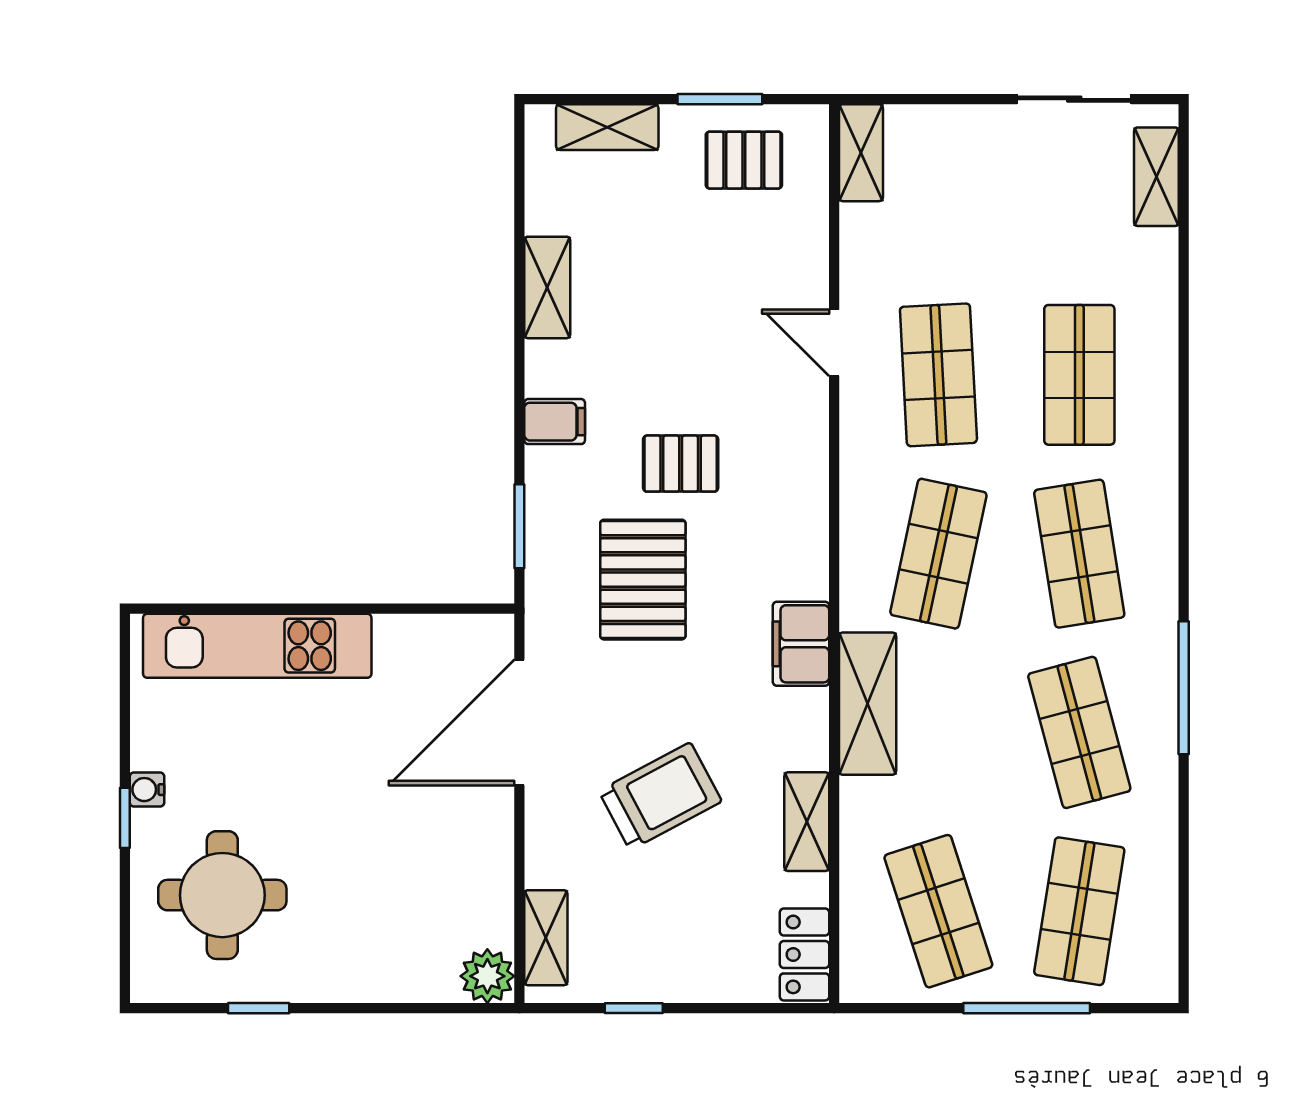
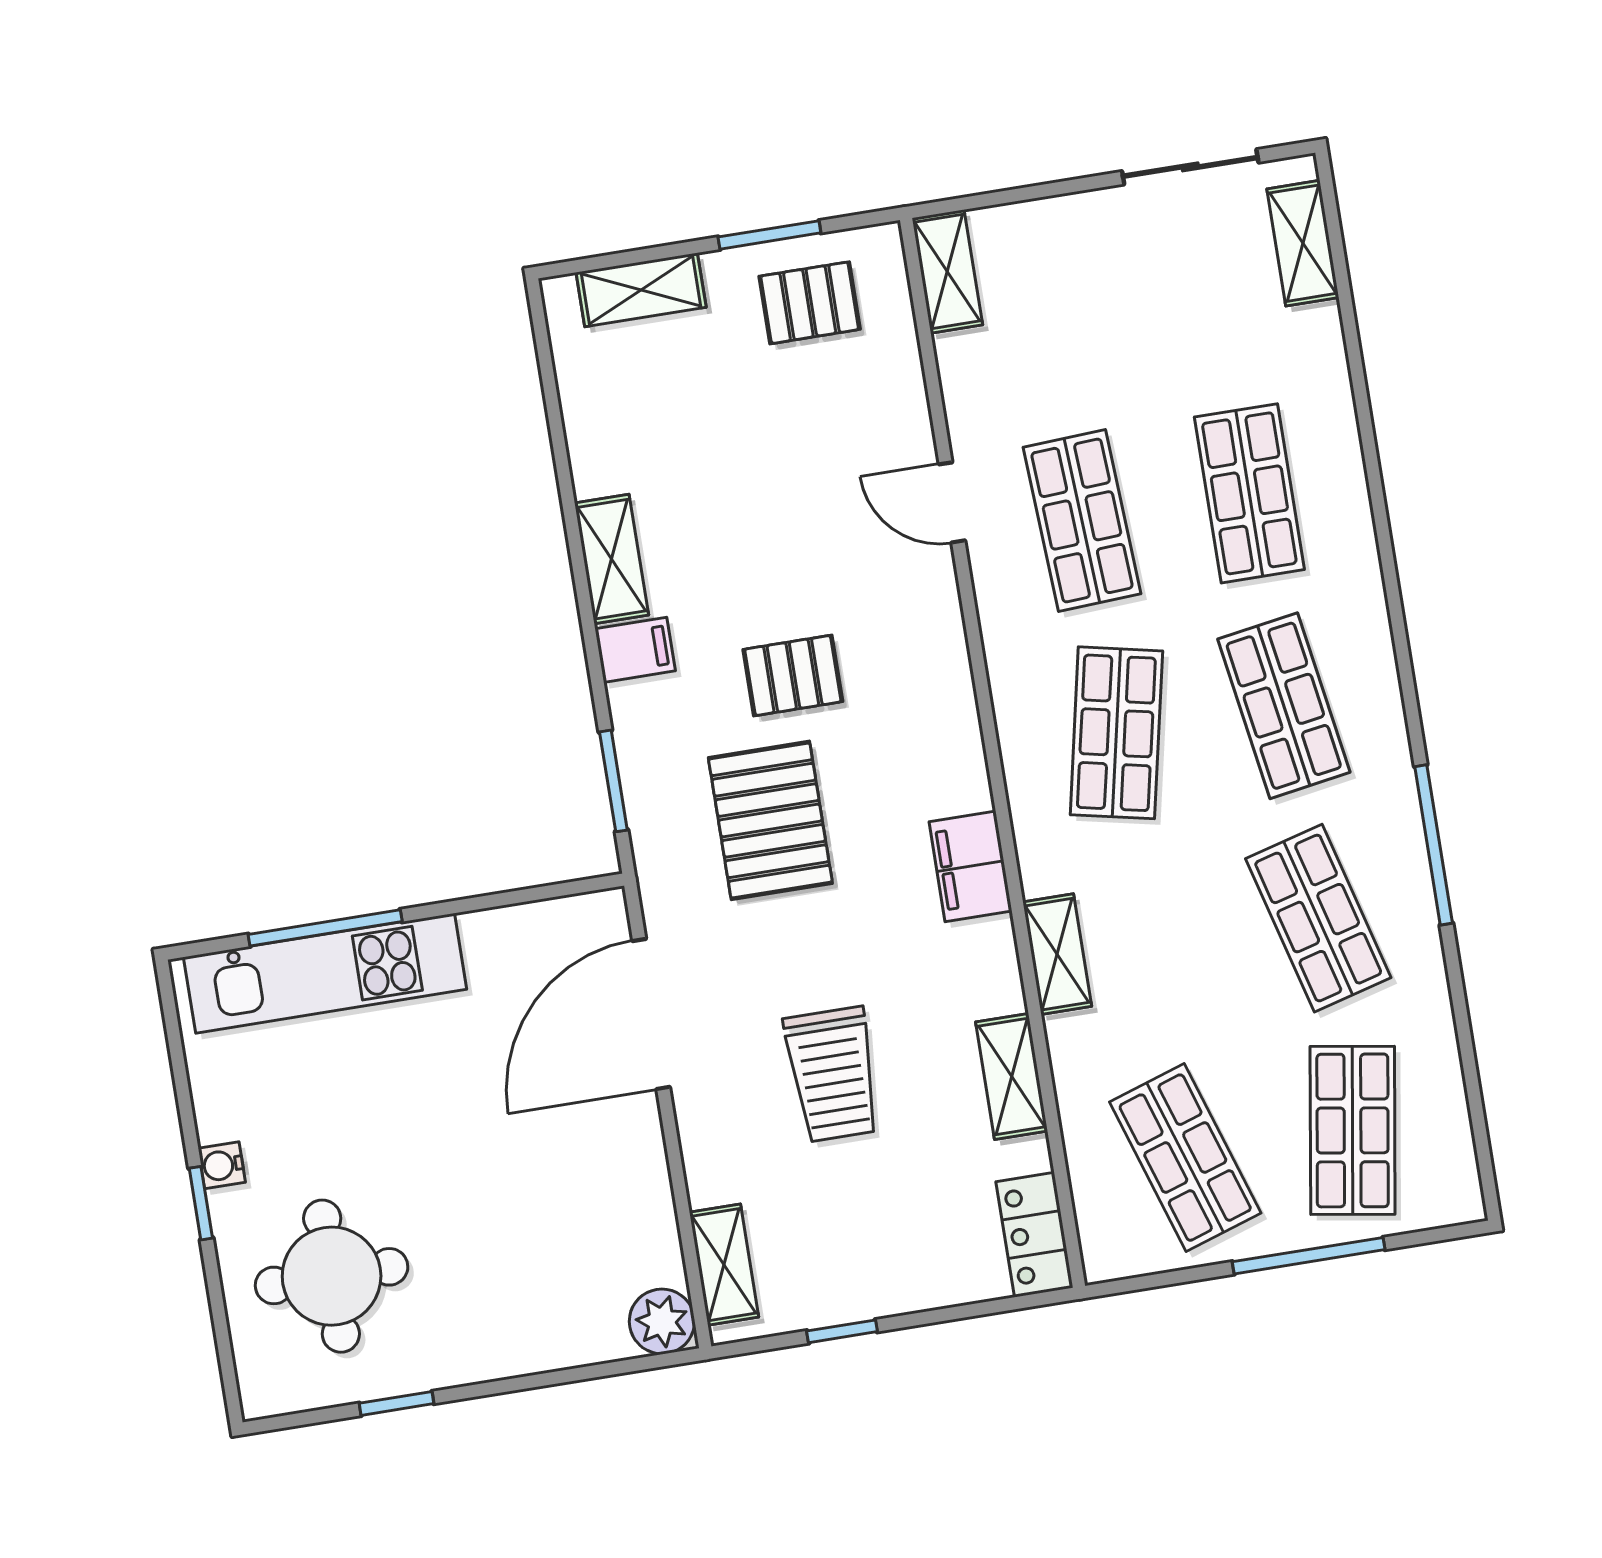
shelving: (547, 287) -> (612, 559), moved
window: (263, 609) -> (325, 928), added
shelving: (868, 704) -> (1057, 954), width x0.67, depth x0.75
trolley: (660, 796) -> (833, 1074), turned 118

